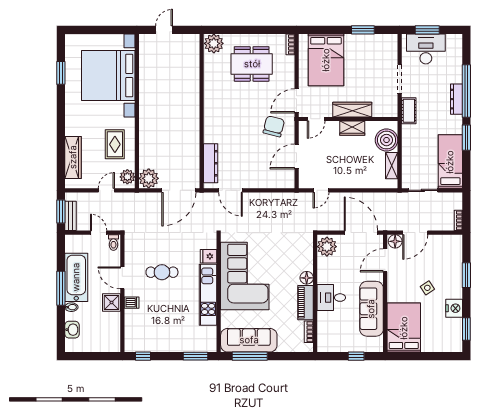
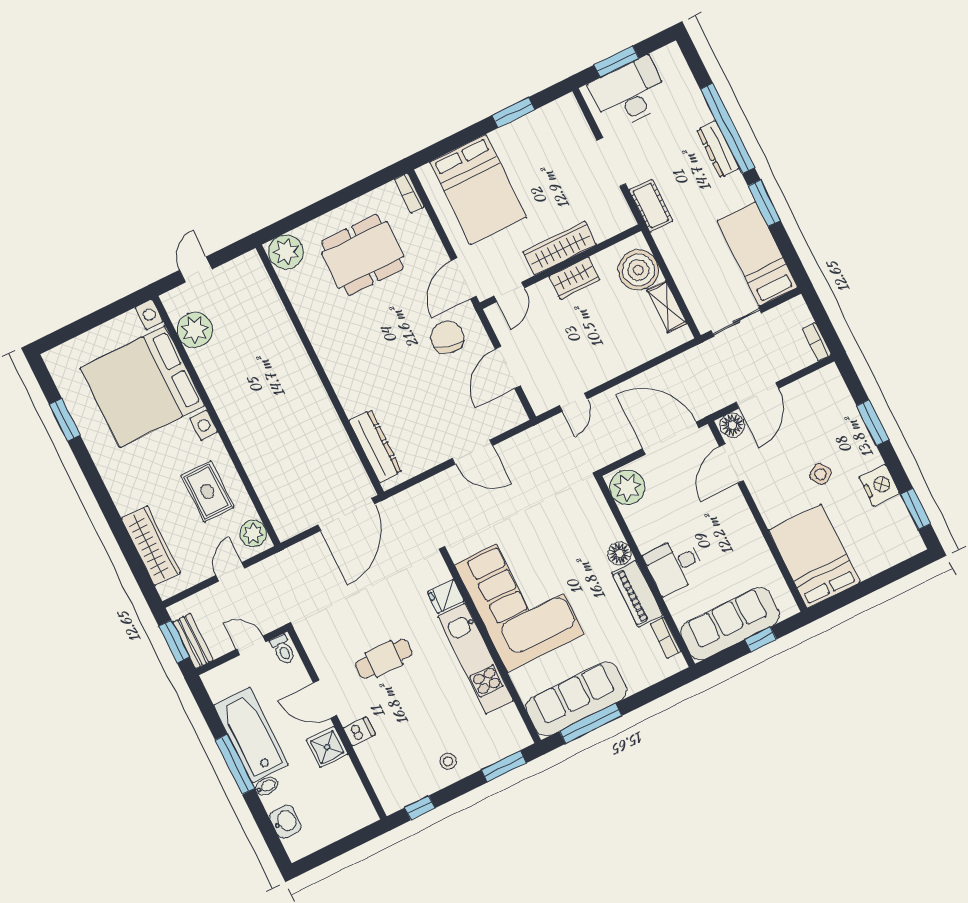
plant: (149, 178) -> (195, 330), moved
door: (230, 190) -> (472, 452), moved
sofa: (371, 309) -> (730, 623), moved, turned 90
stool: (169, 340) -> (448, 761), added

